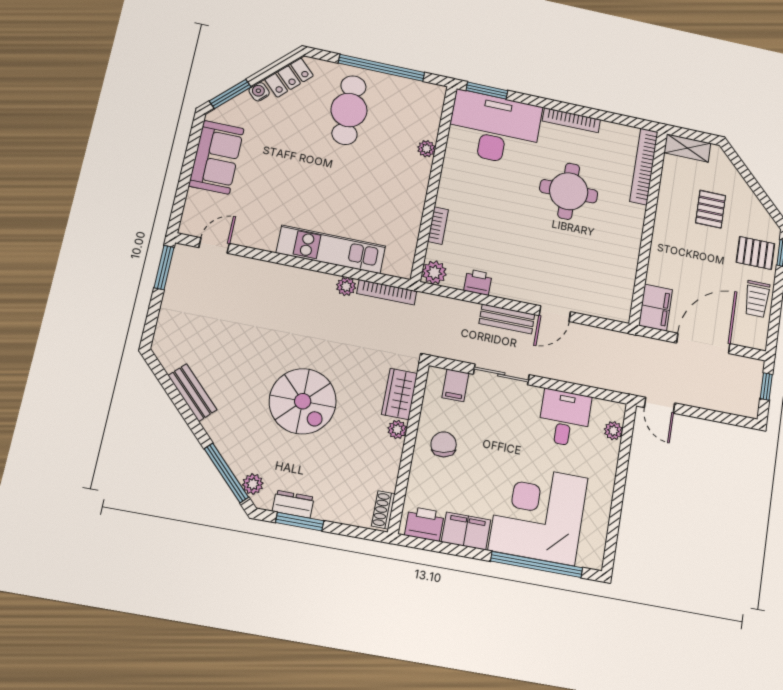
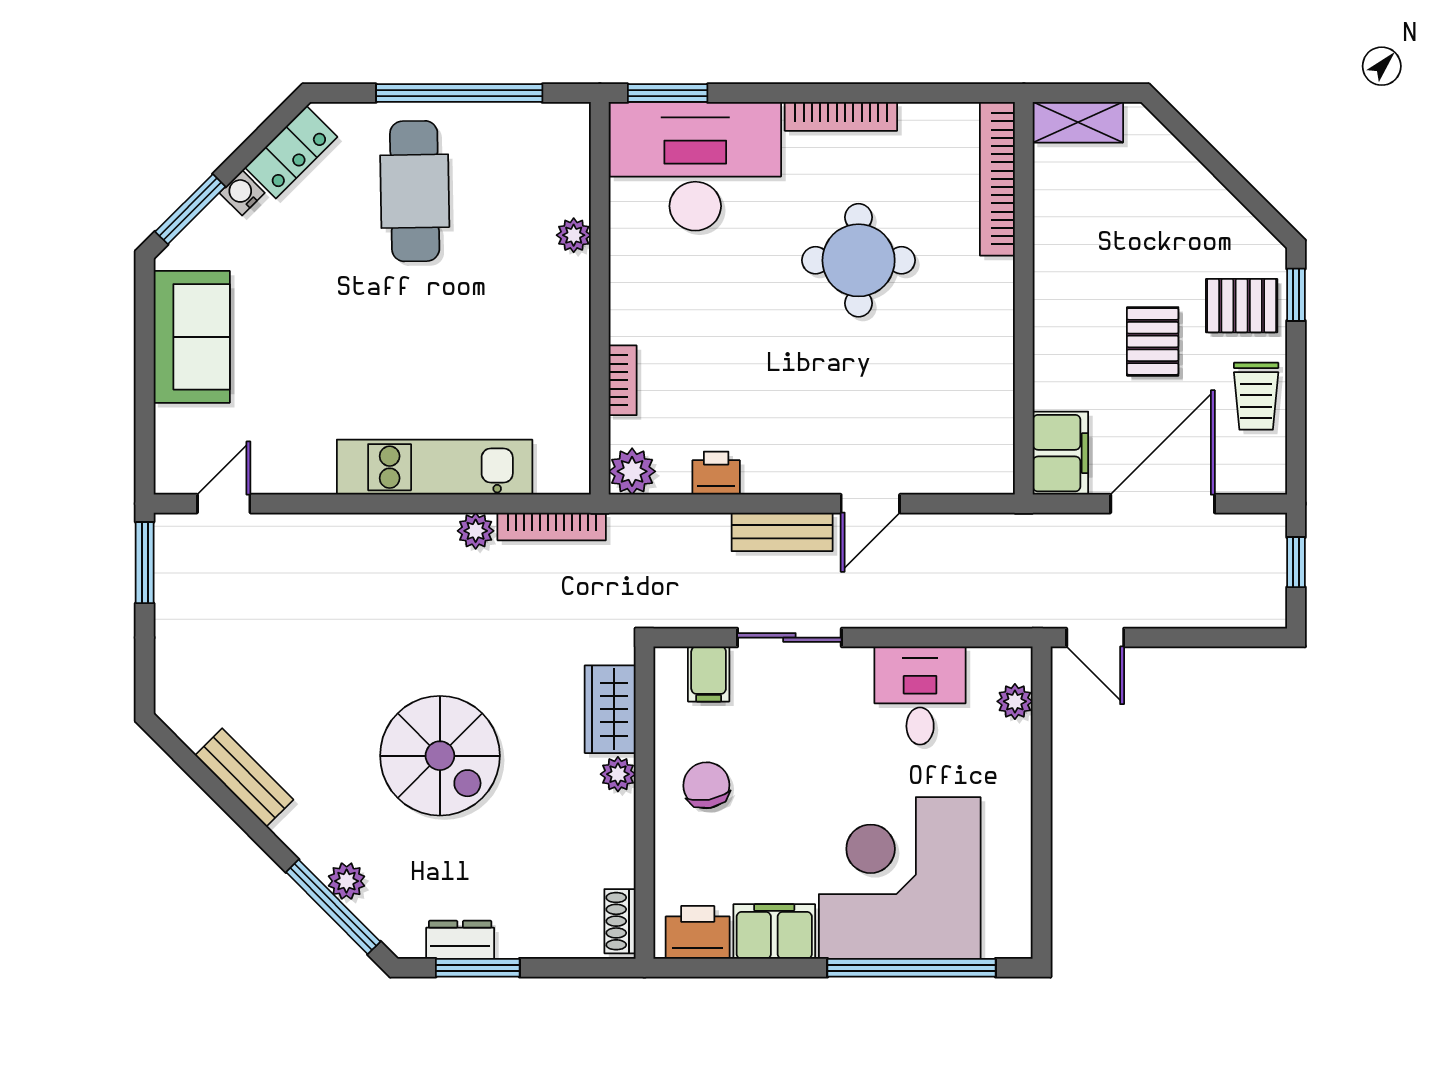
pallet: (711, 209) -> (1153, 341), moved
plant: (253, 484) -> (347, 881), moved

